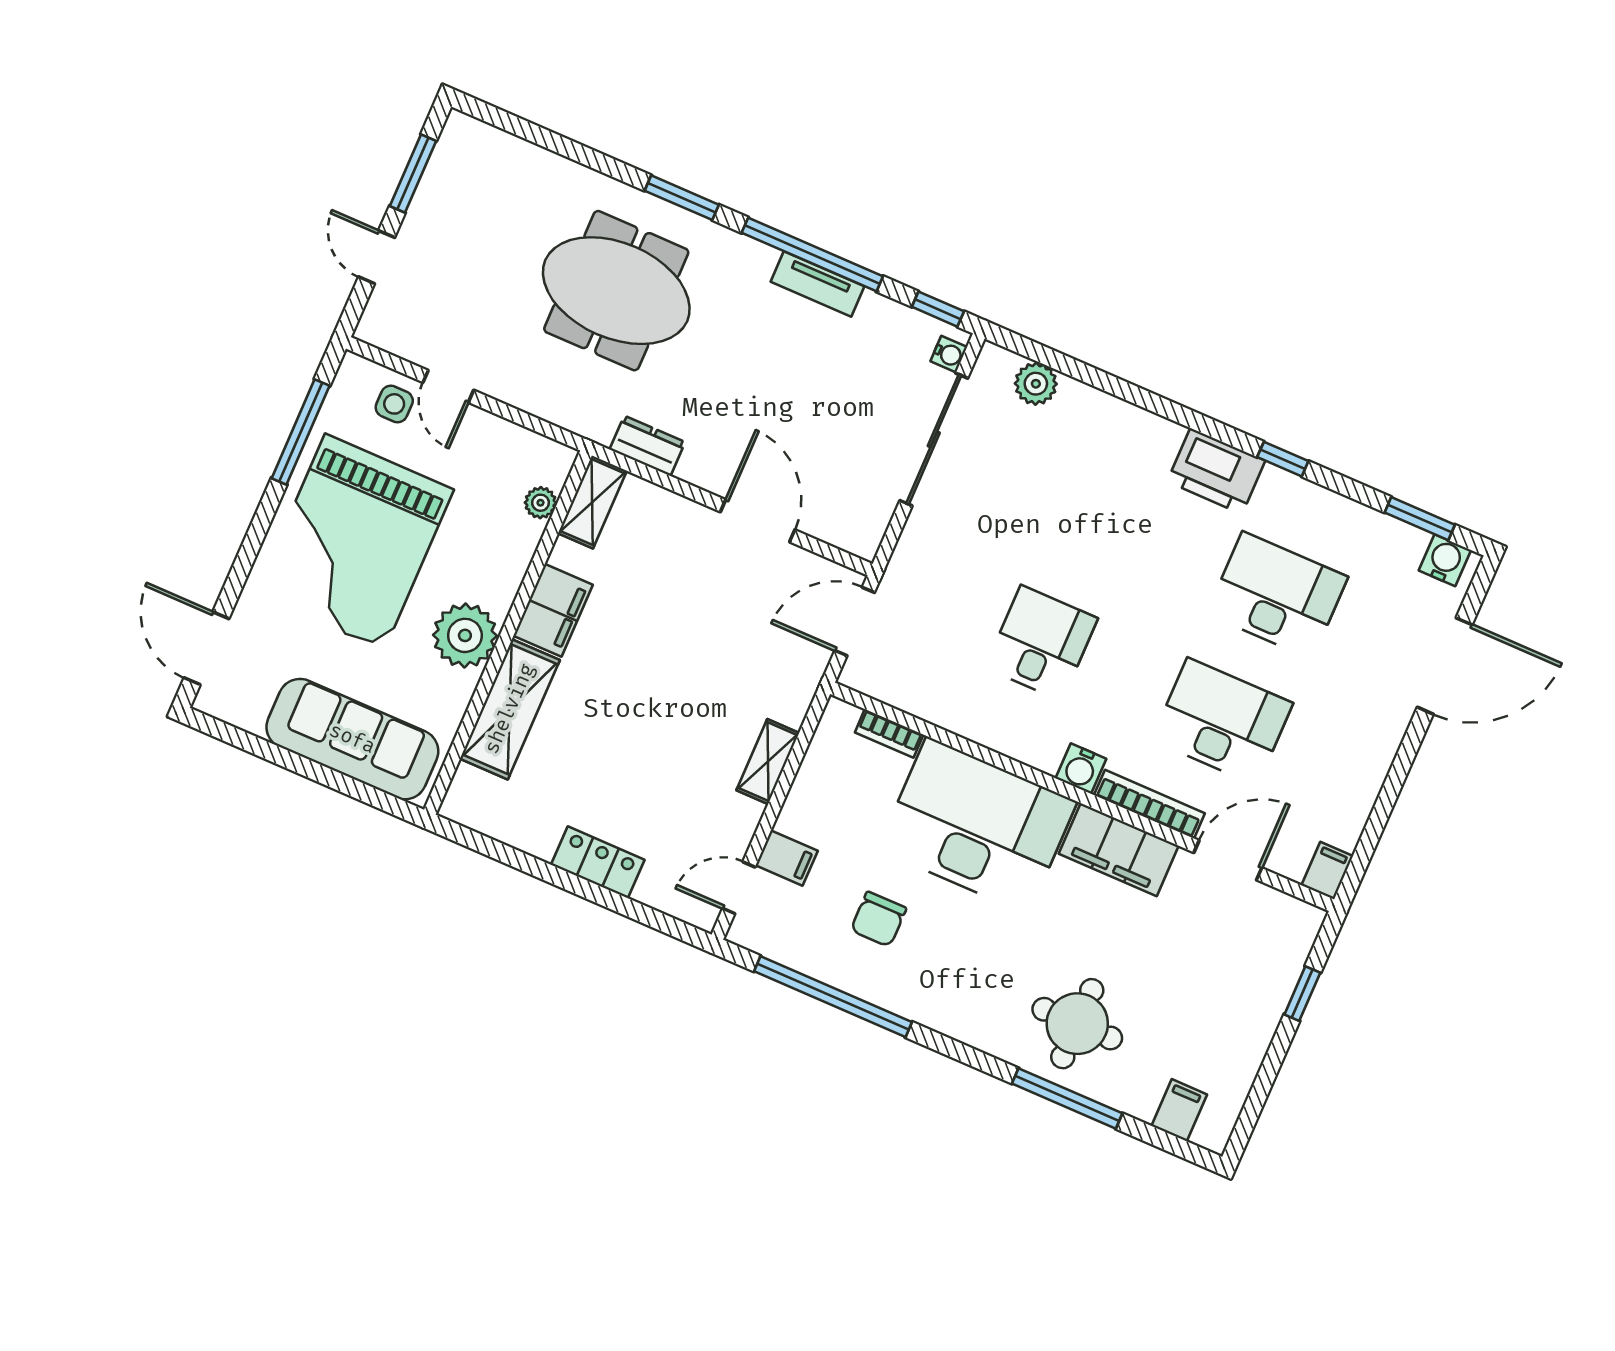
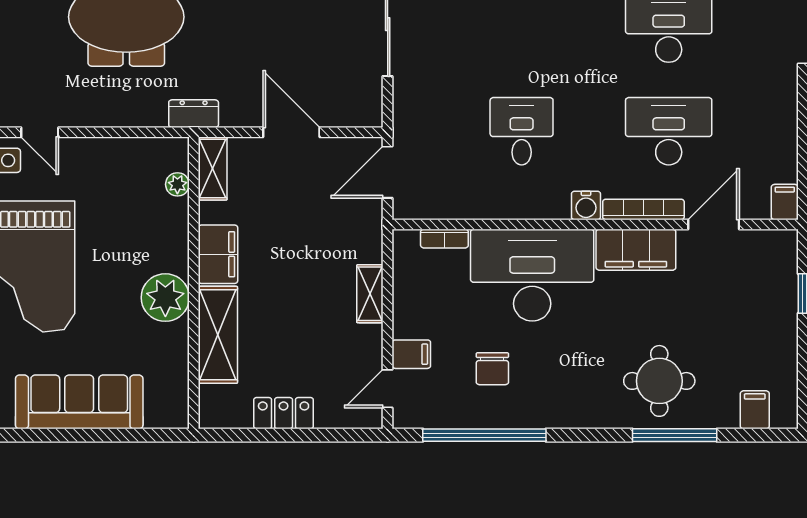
shelving: (592, 502) -> (213, 169), moved
plant: (540, 503) -> (177, 184), moved
filing cabinet: (553, 610) -> (218, 254), moved
wall: (508, 633) -> (194, 283), moved
plant: (465, 635) -> (165, 298), moved
shelving: (510, 709) -> (218, 335), moved

